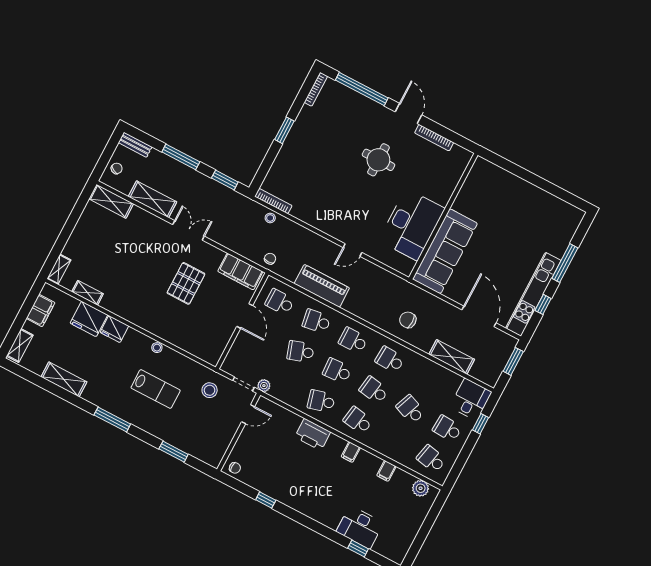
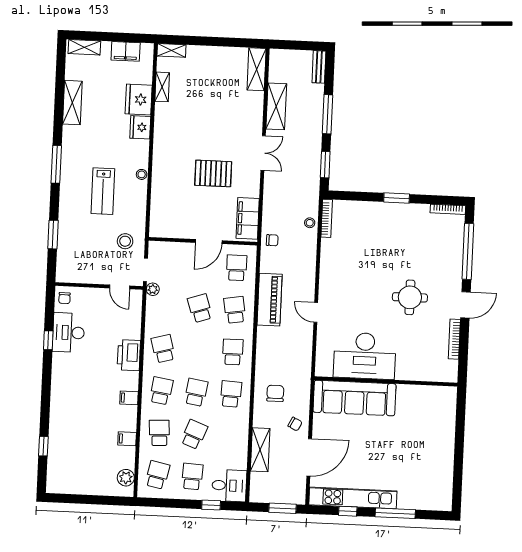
chair: (117, 168) -> (295, 424), moved
school desk: (337, 371) -> (159, 433), moved
desk: (360, 527) -> (68, 333), moved

